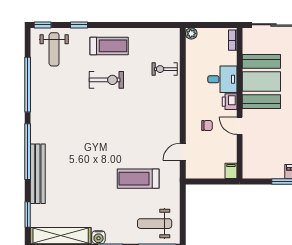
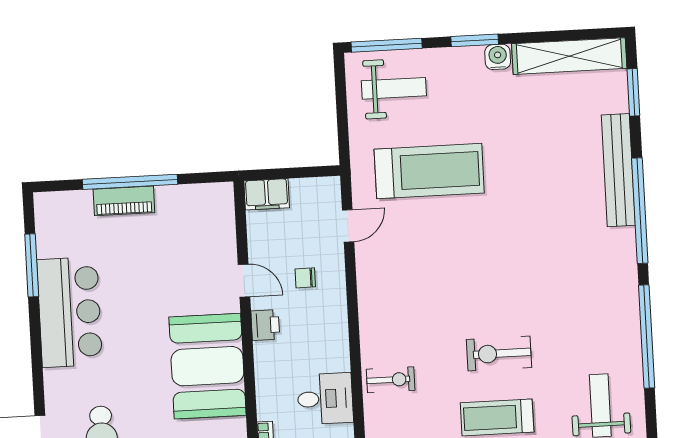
desk: (222, 79) -> (325, 399), moved, turned 180
filing cabinet: (231, 171) -> (267, 194), width x2.00
treadmill: (138, 179) -> (429, 171), width x1.37, depth x1.38

